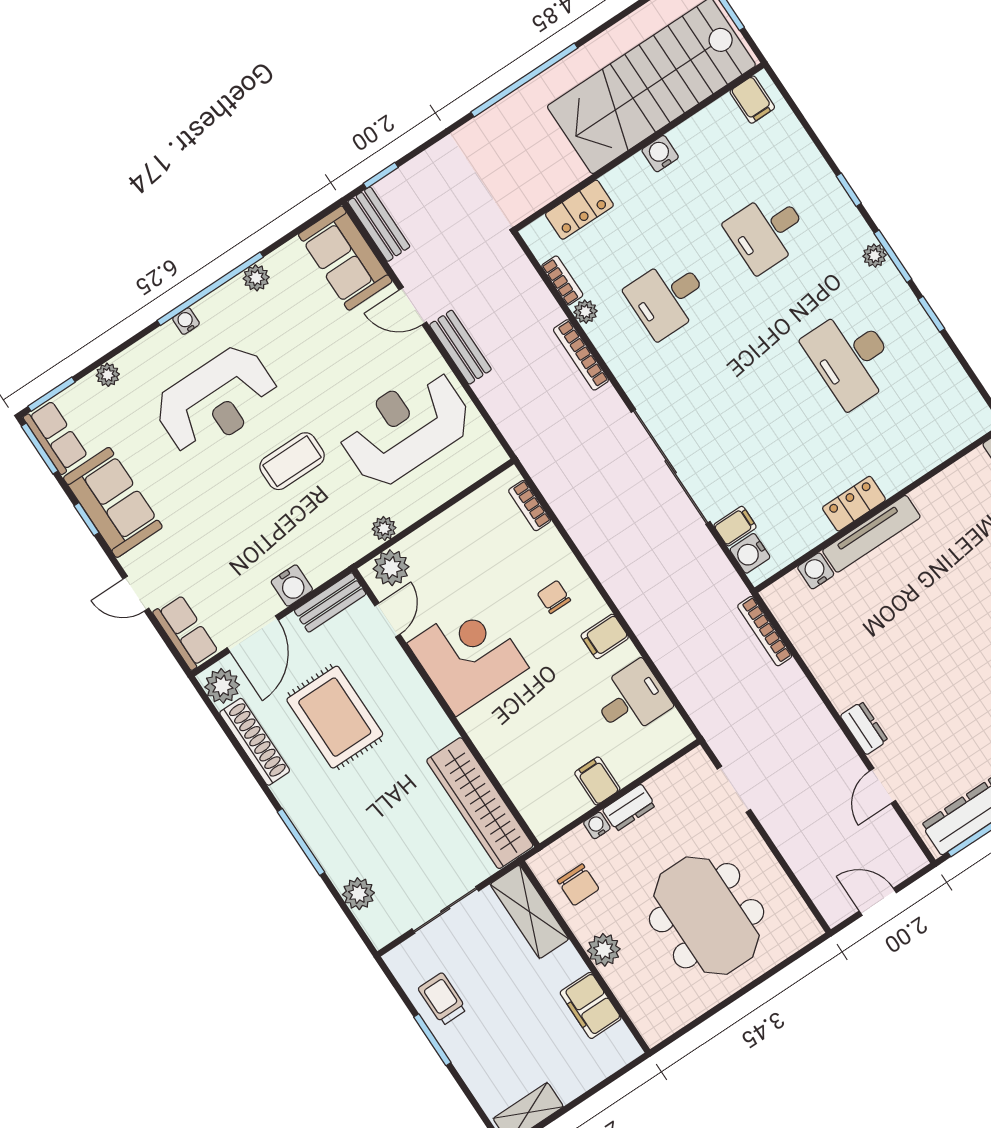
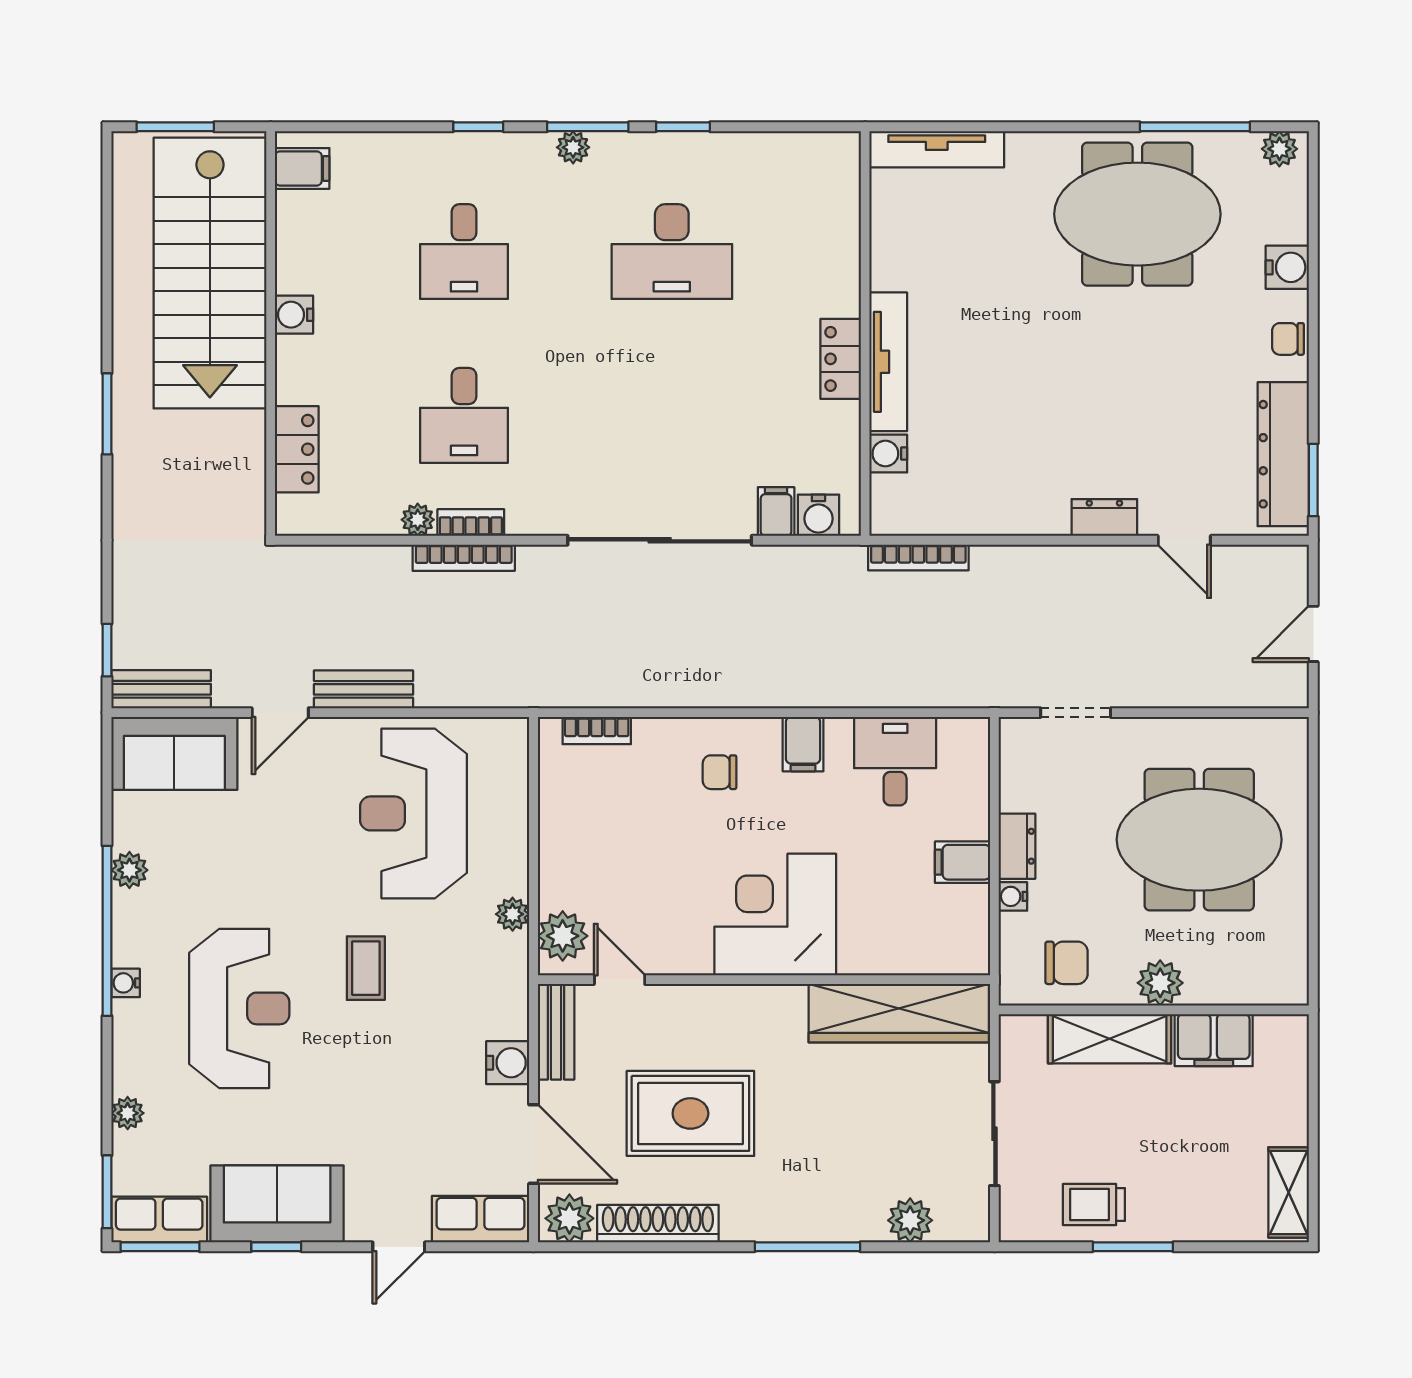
window: (524, 80) -> (107, 414), width x0.47
bookcase: (562, 281) -> (471, 523), moved
coffee table: (292, 461) -> (366, 968), width x0.73, depth x0.77
corner desk: (468, 656) -> (775, 915), moved
shelving: (529, 912) -> (1110, 1039), moved

